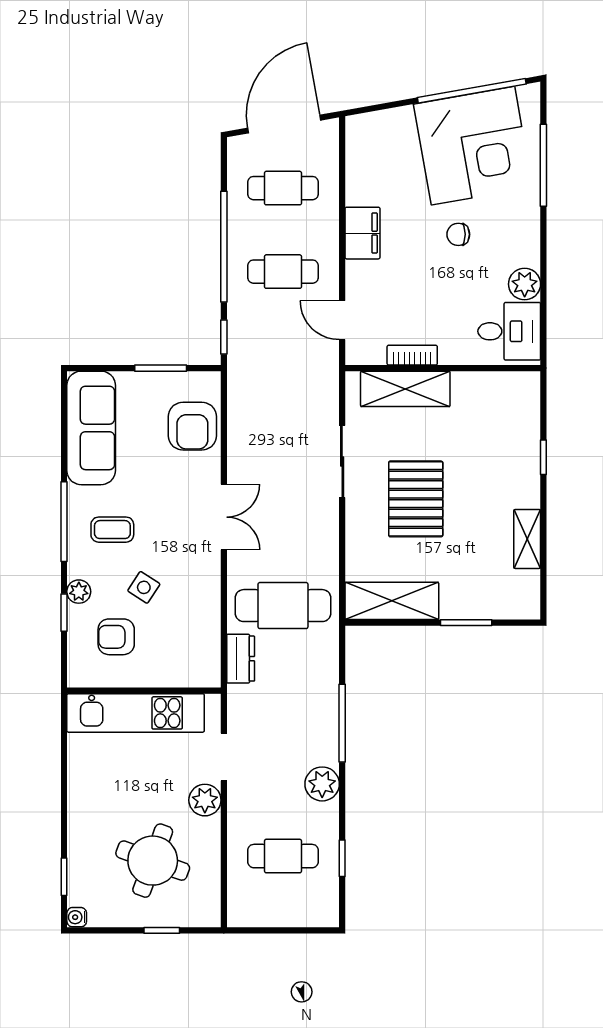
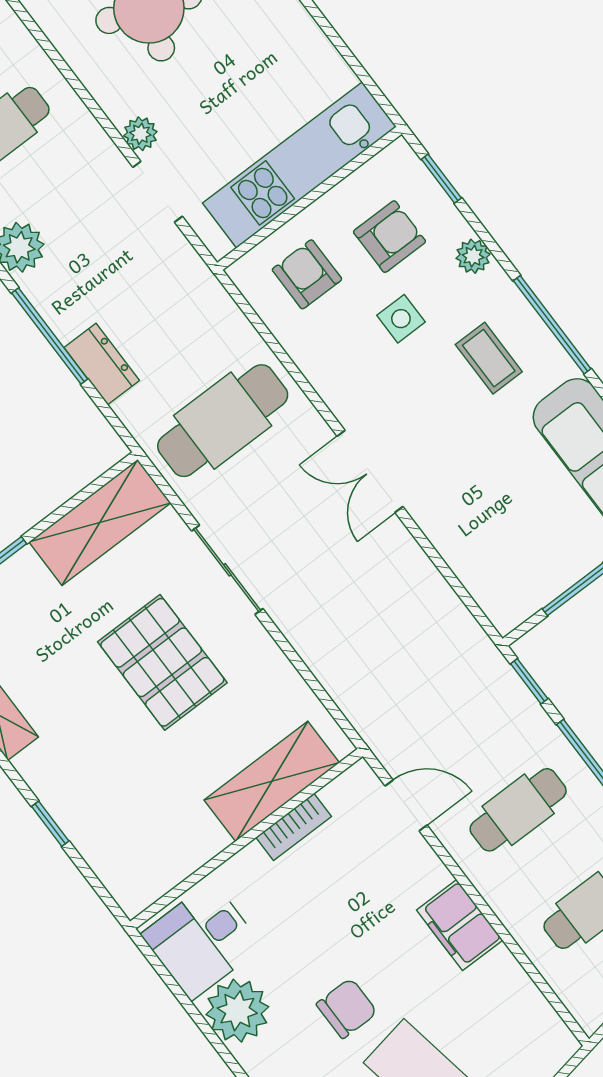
chair: (458, 234) -> (347, 1008), width x1.37, depth x1.37
plant: (525, 284) -> (237, 1011), width x1.36, depth x1.36
armchair: (192, 426) -> (307, 274), moved, width x0.72, depth x0.72
sliding door: (342, 461) -> (227, 570), moved
coffee table: (112, 530) -> (489, 358), turned 90
side table: (144, 587) -> (401, 319), turned -33
window: (64, 613) -> (441, 179), moved
dresser: (241, 659) -> (102, 364), moved, turned 180
plant: (205, 800) -> (140, 134), width x0.73, depth x0.73

